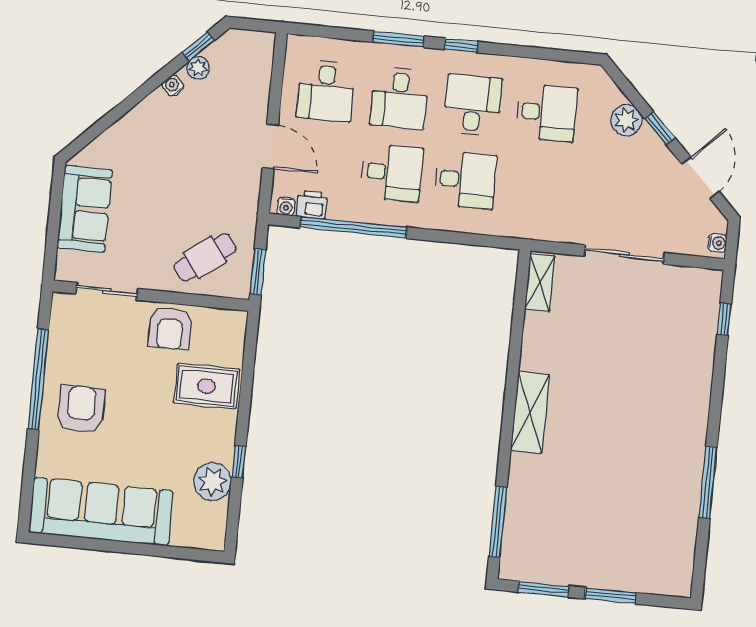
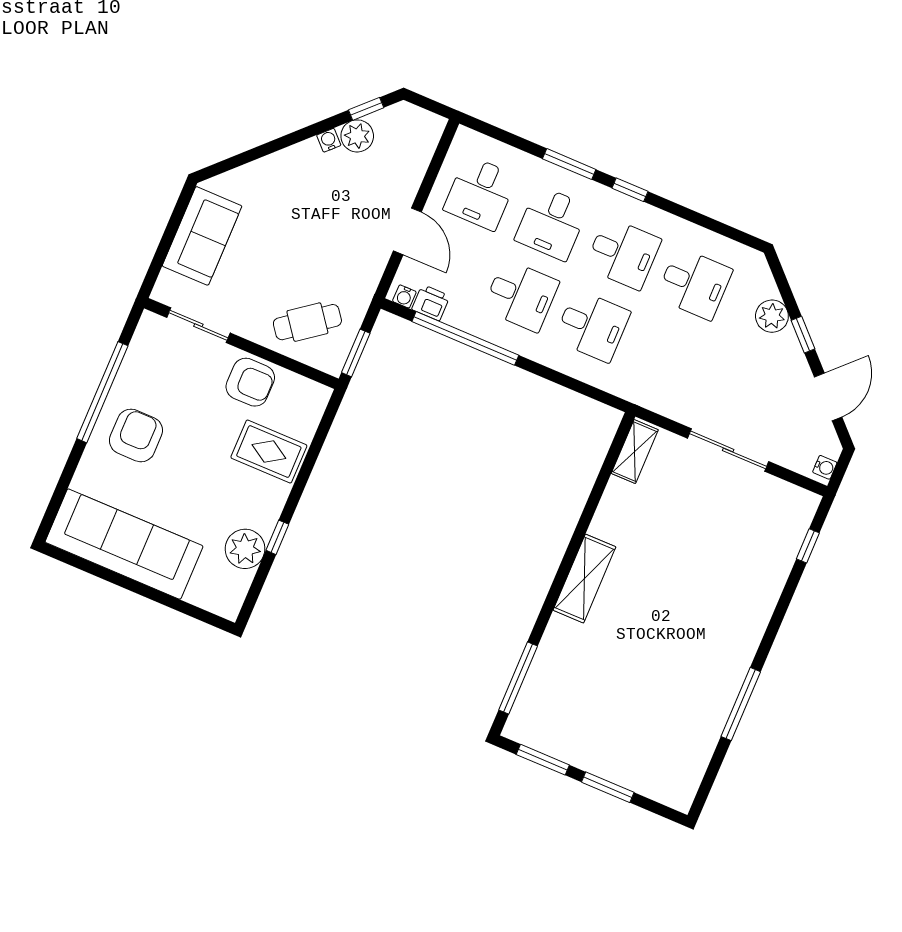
plant: (198, 68) -> (357, 136), width x1.38, depth x1.38
desk: (473, 105) -> (623, 253), turned 90
armchair: (170, 328) -> (250, 382), turned -90

